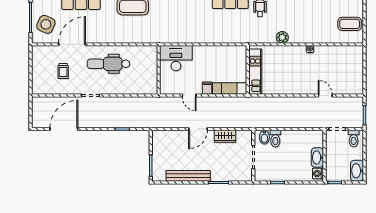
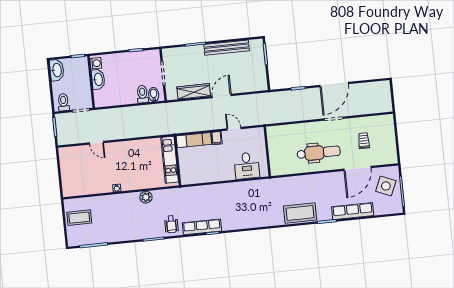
desk: (176, 58) -> (247, 166), width x0.73
door: (64, 129) -> (334, 85), moved
wardrobe: (225, 136) -> (194, 91), width x1.50

